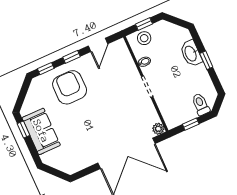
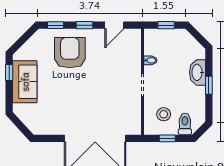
stool: (144, 38) -> (164, 114), moved
plant: (158, 129) -> (135, 129), removed

